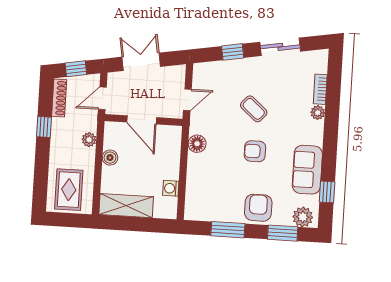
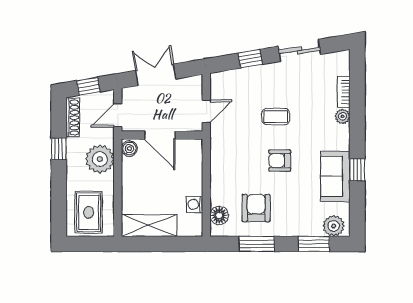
coffee table: (254, 109) -> (276, 117), turned -41
plant: (89, 140) -> (100, 159), width x1.87, depth x1.87
floor lamp: (197, 144) -> (219, 215), moved
boiler: (110, 158) -> (129, 149), moved
window: (327, 192) -> (357, 170), moved
armchair: (258, 208) -> (256, 208), moved

